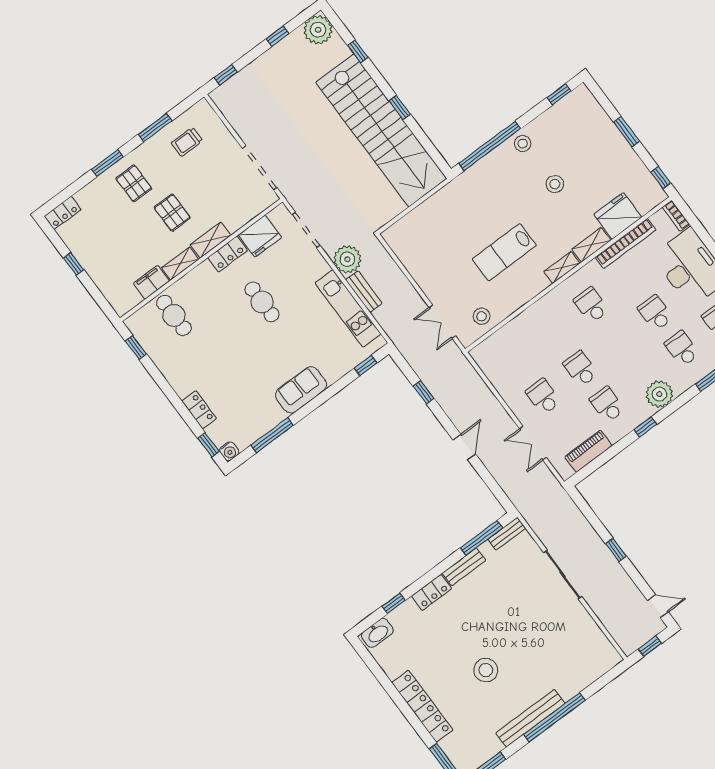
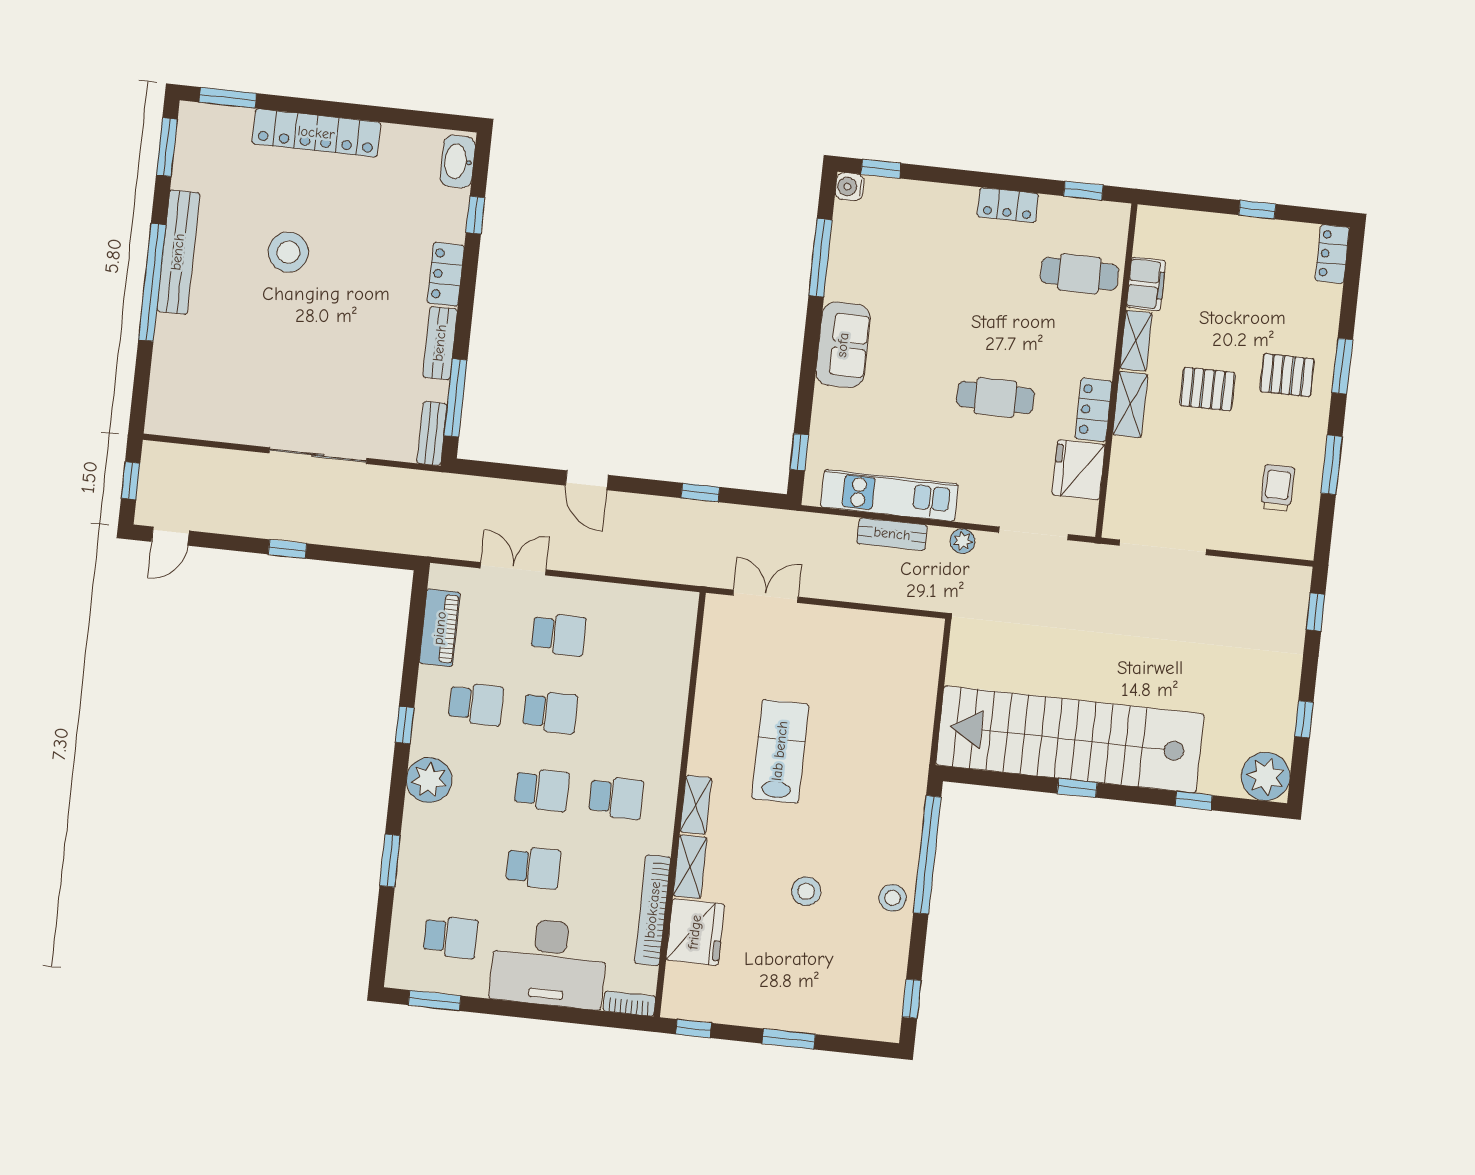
plant: (347, 259) -> (962, 541), width x0.53, depth x0.53
stool: (482, 316) -> (727, 650), removed
school desk: (682, 349) -> (542, 790), moved
locker: (199, 410) -> (1008, 205), moved

